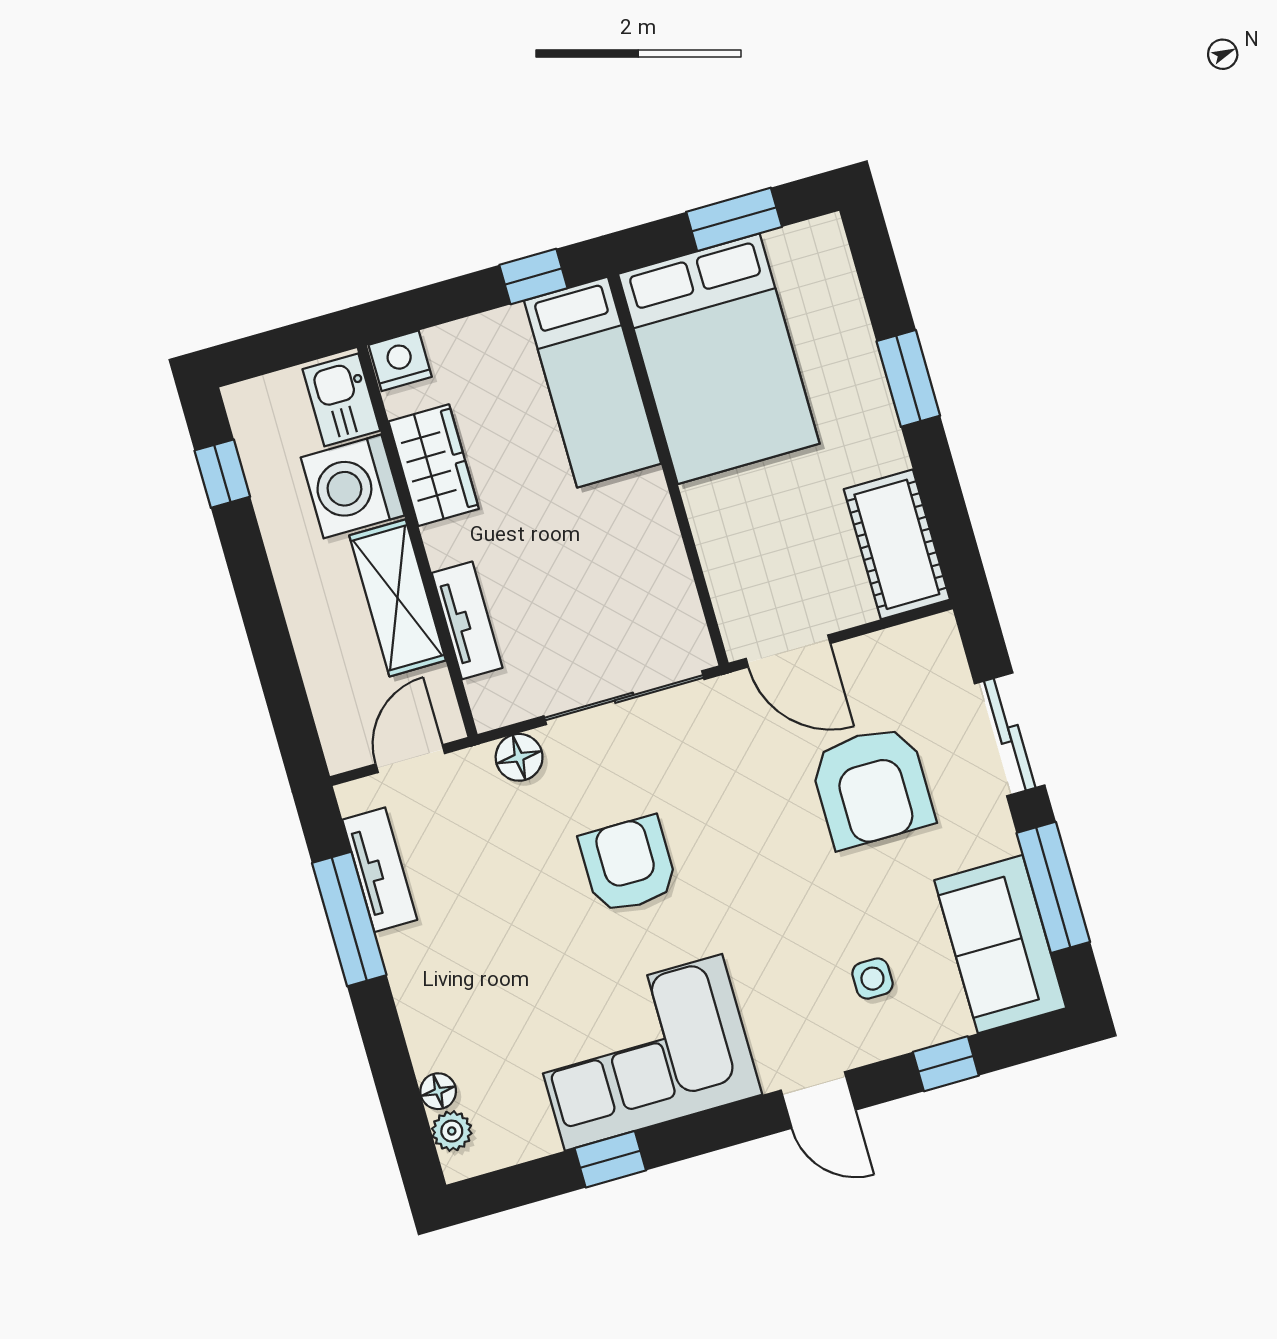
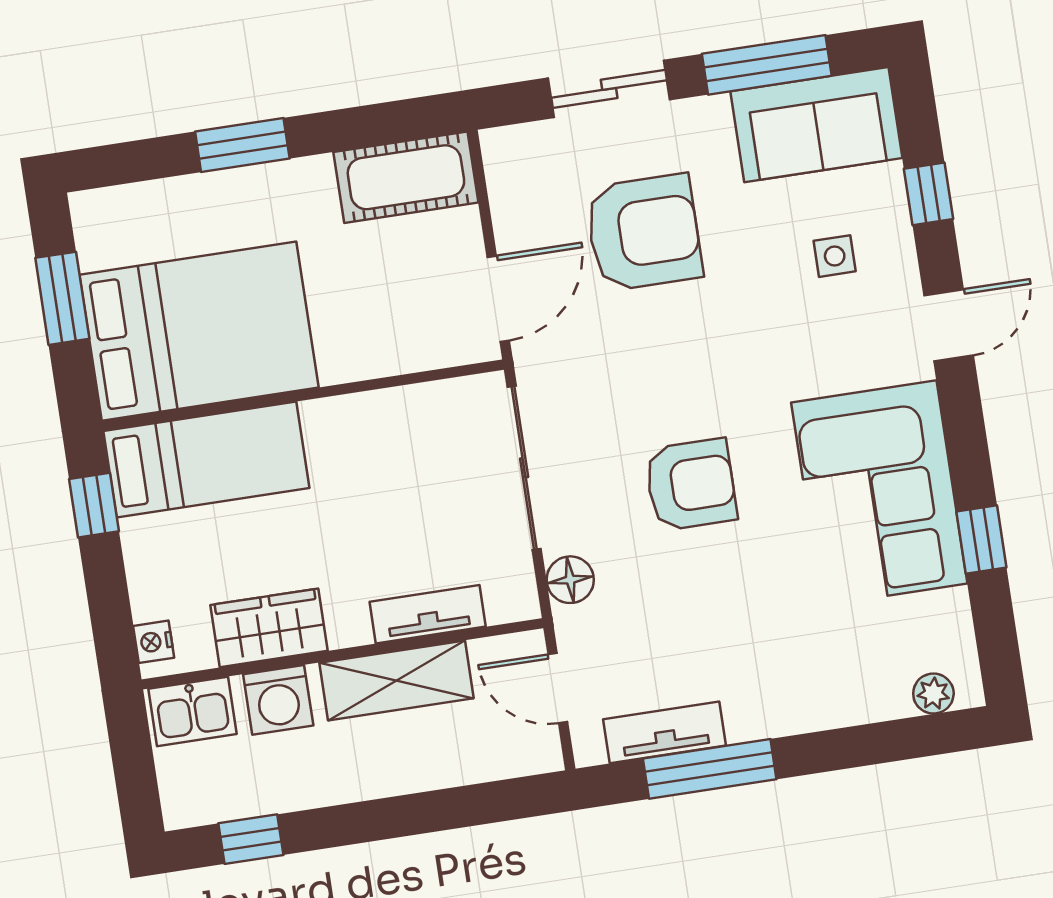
nightstand: (400, 361) -> (154, 642), width x0.72, depth x0.74
washing machine: (353, 486) -> (278, 700), width x0.73, depth x0.73
armchair: (628, 865) -> (691, 485), turned 180
floor lamp: (438, 1091) -> (892, 702), removed

